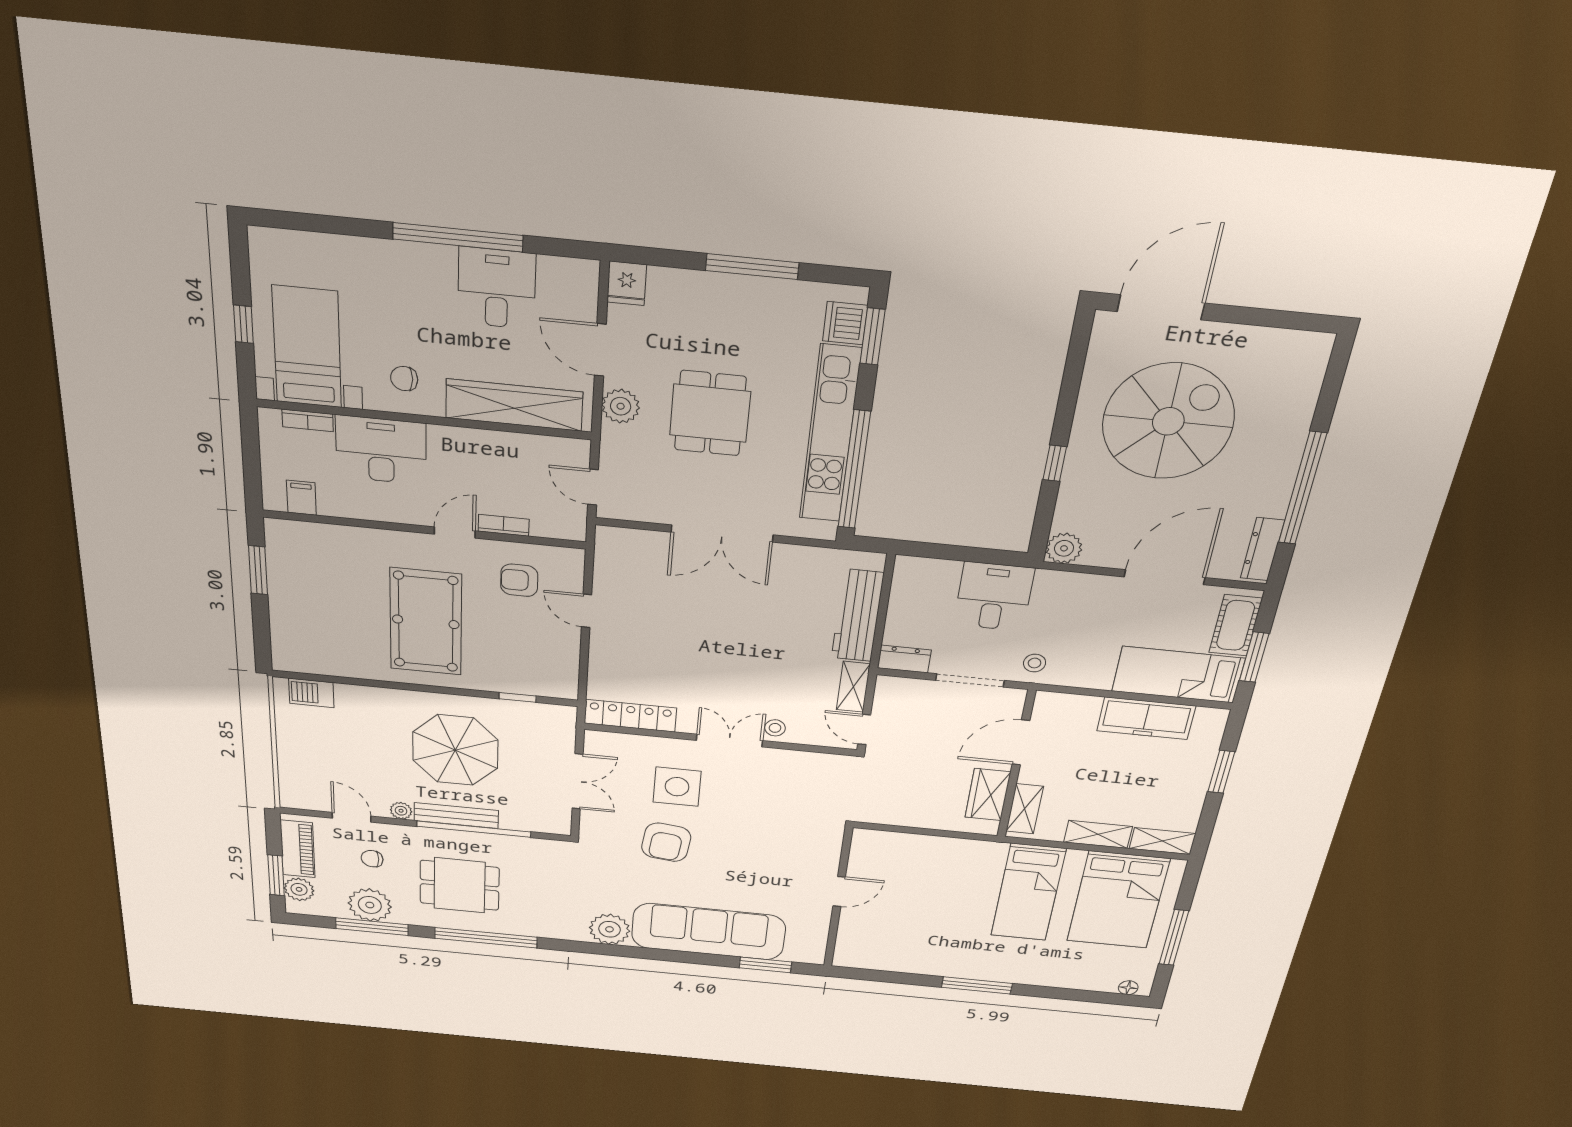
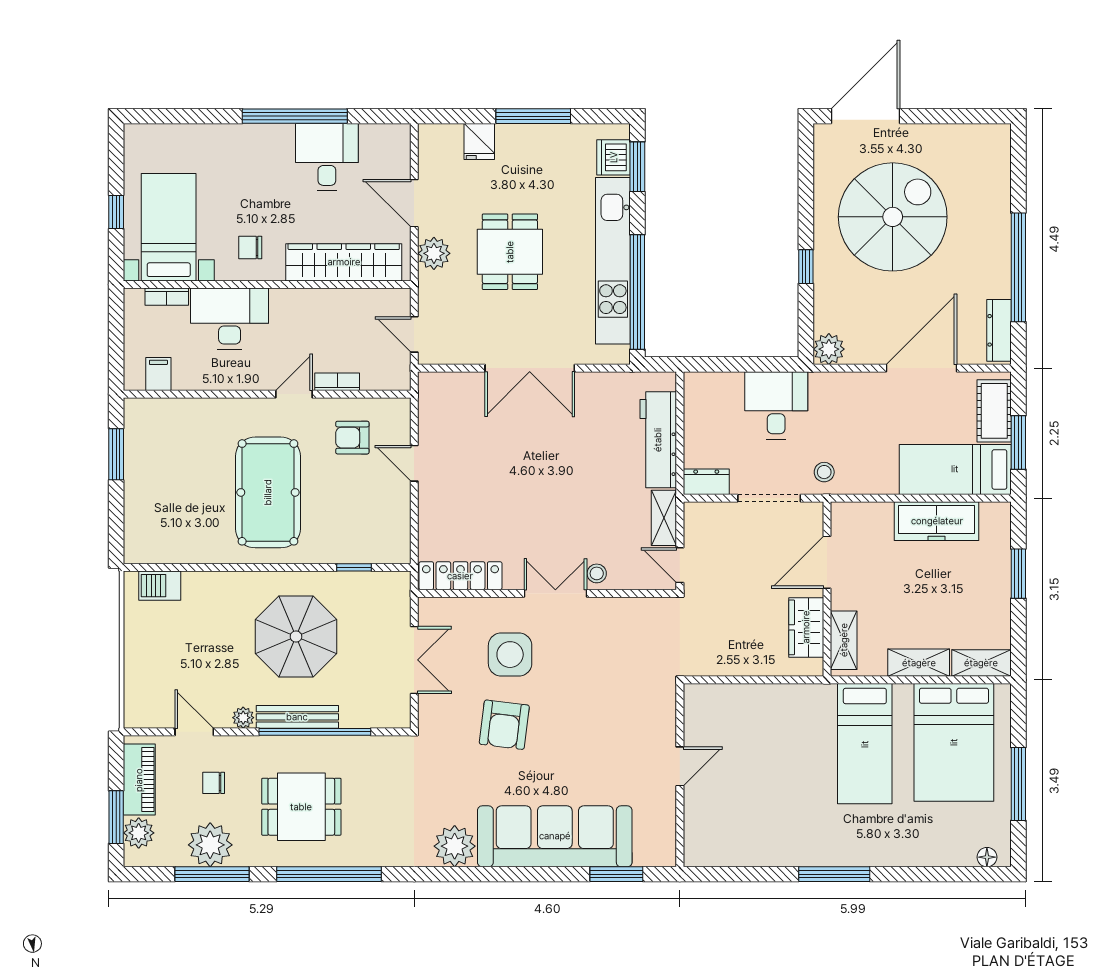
fridge: (627, 283) -> (479, 142), moved

